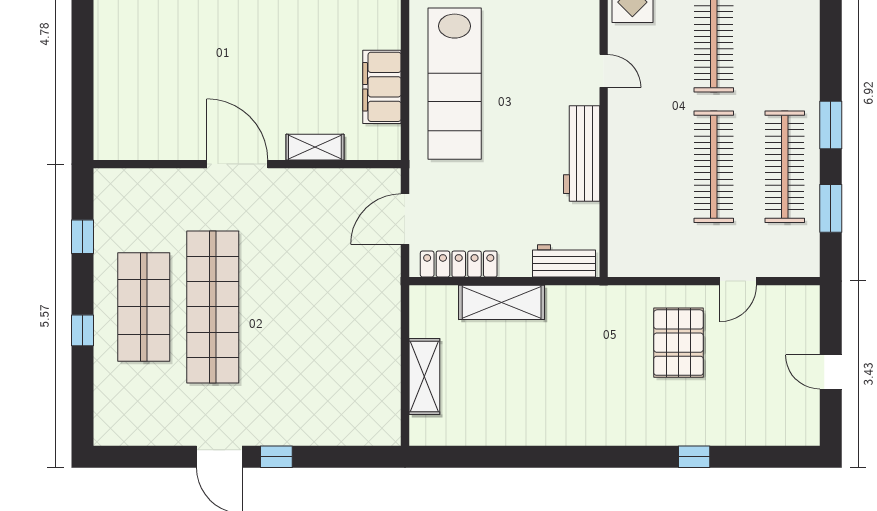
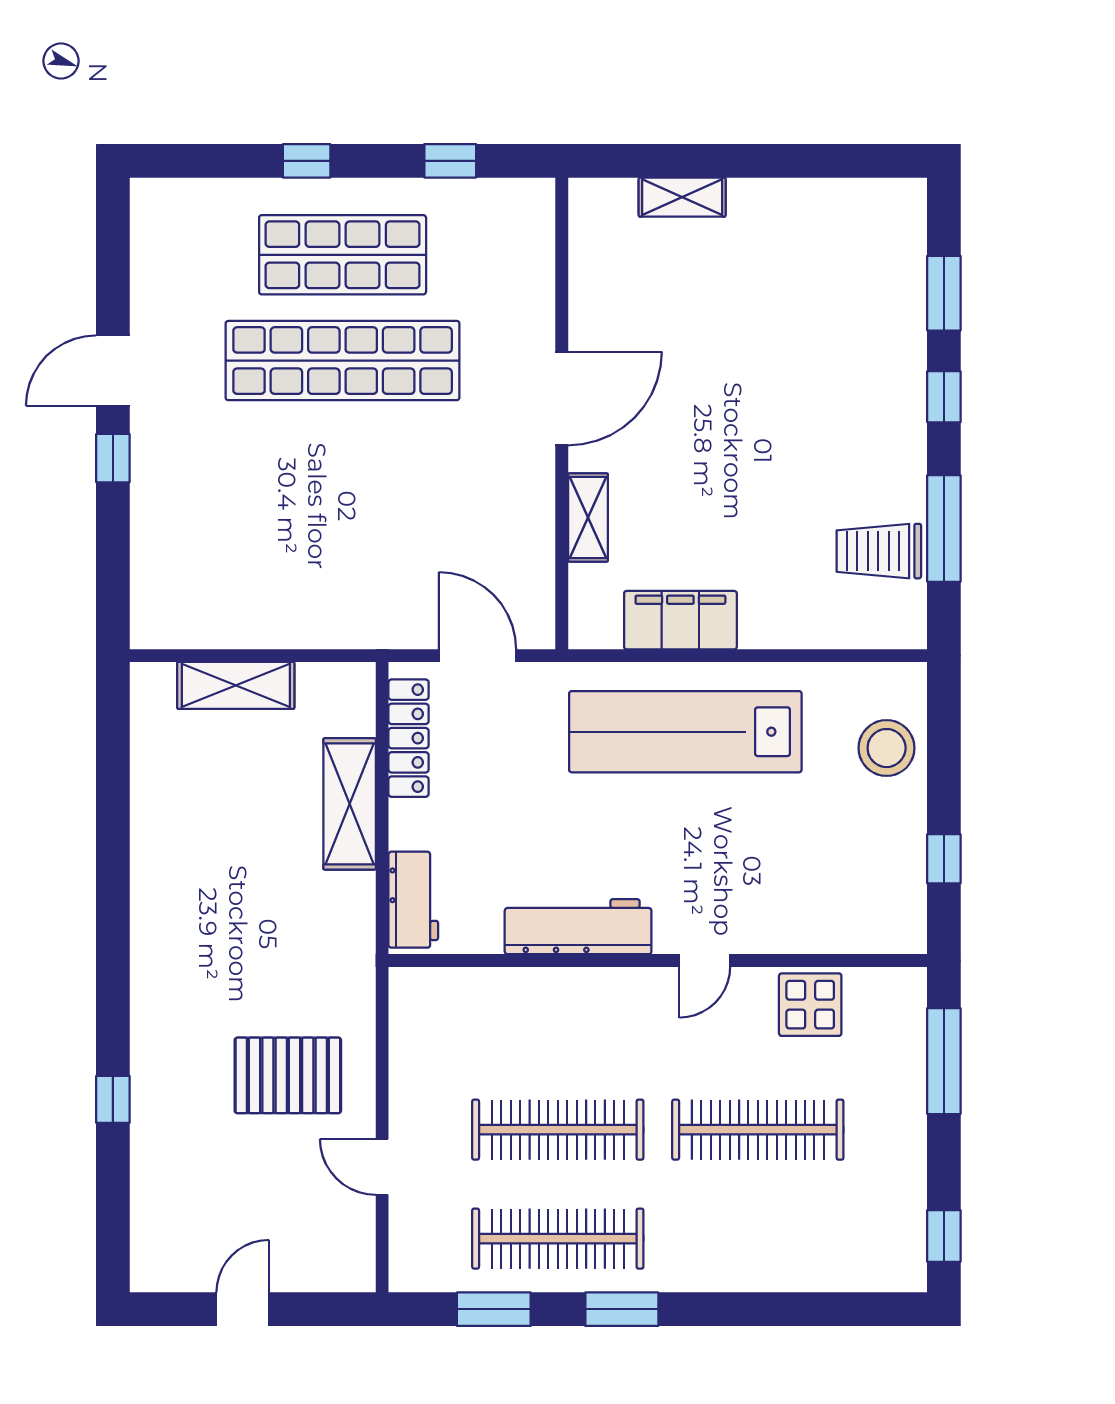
shelving: (106, 86) -> (682, 197), added

